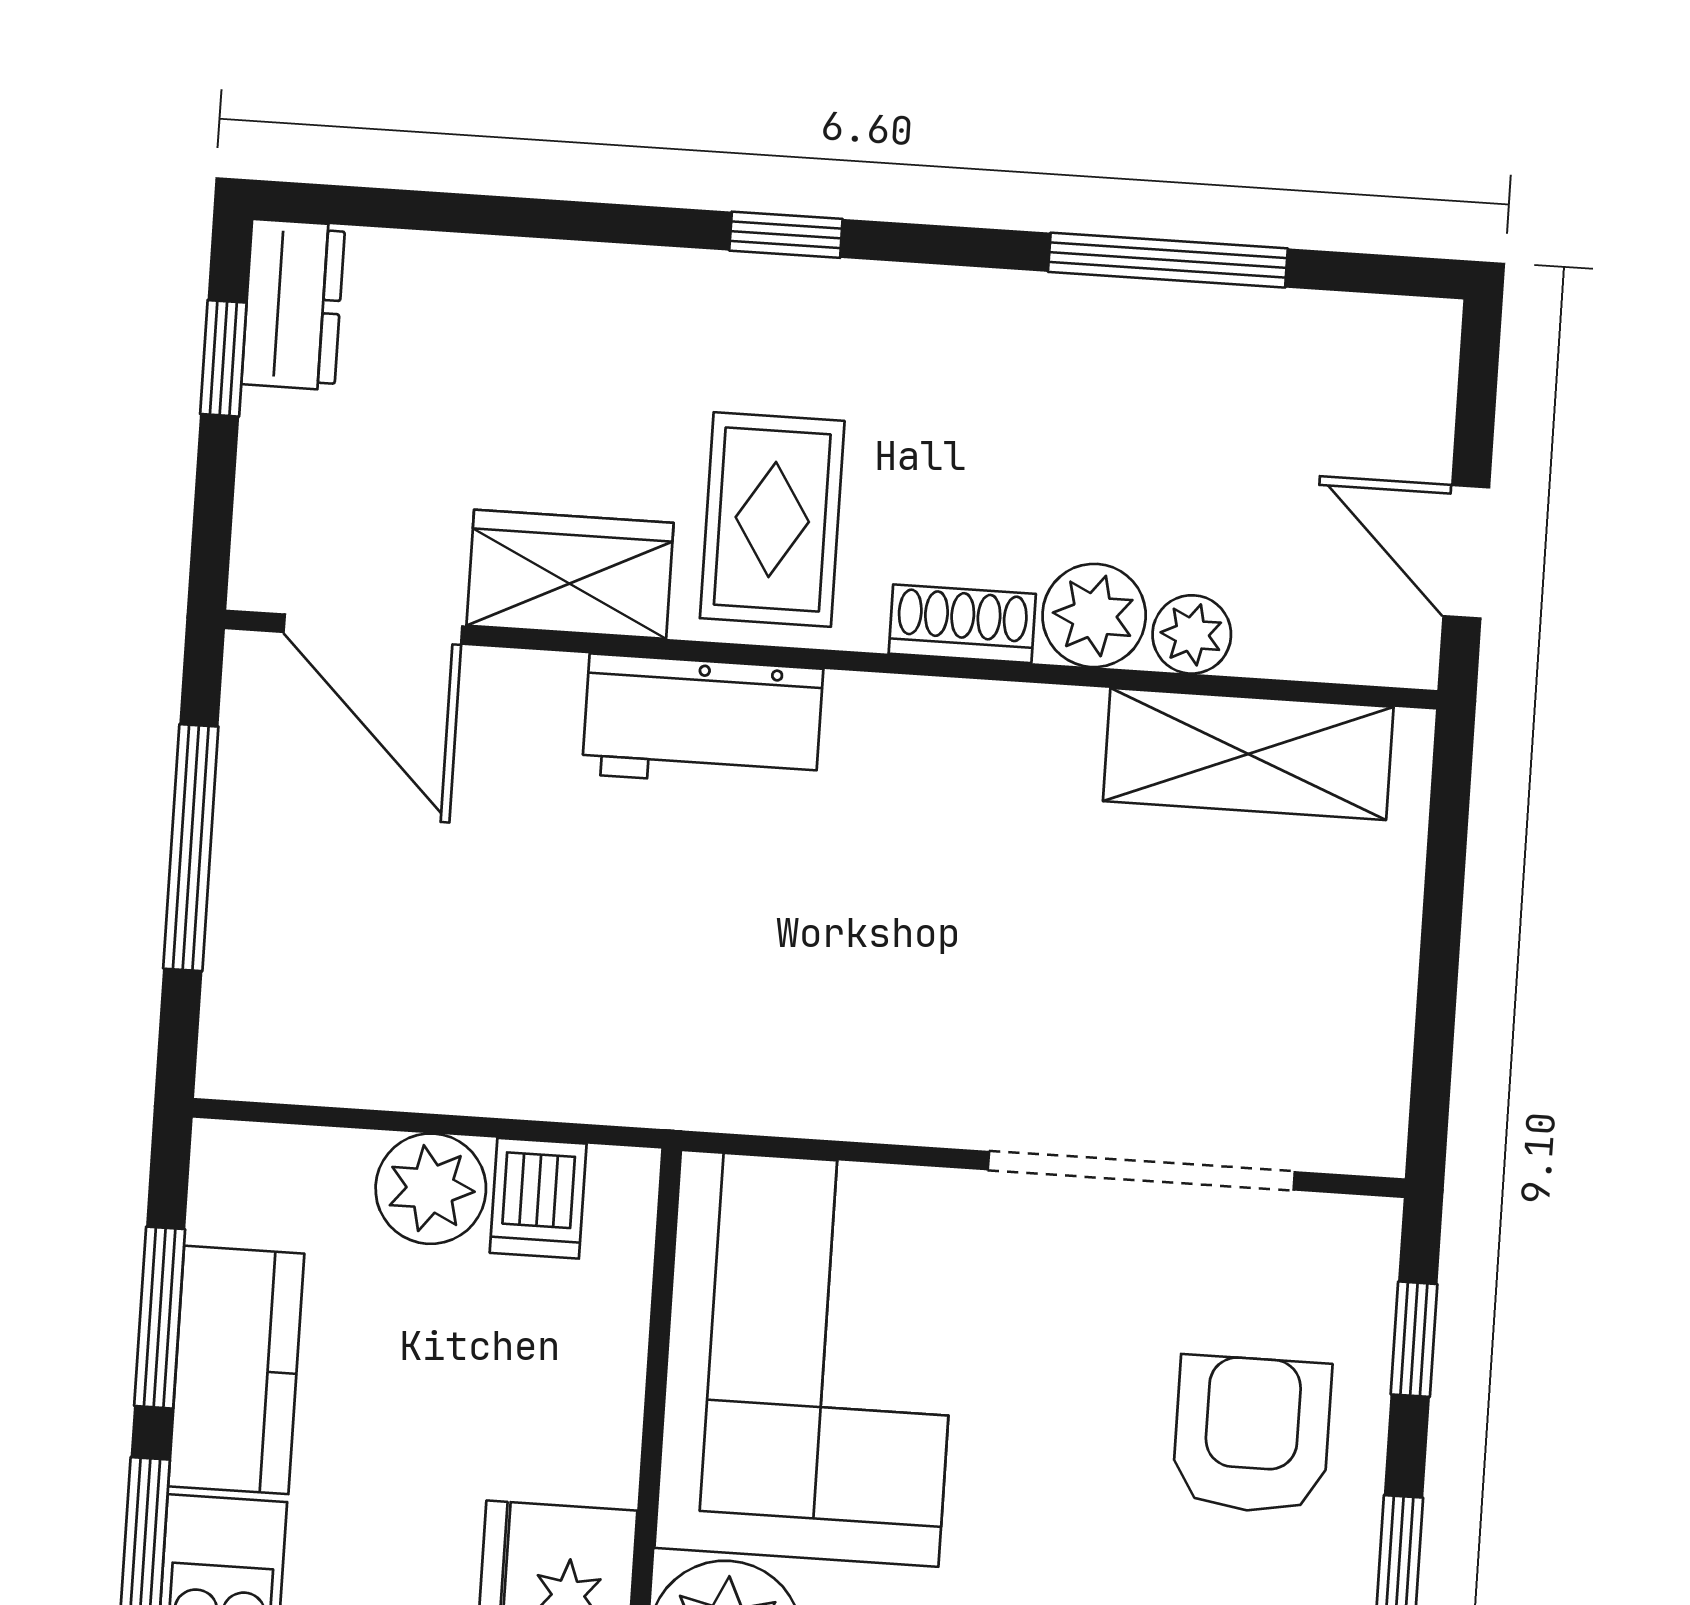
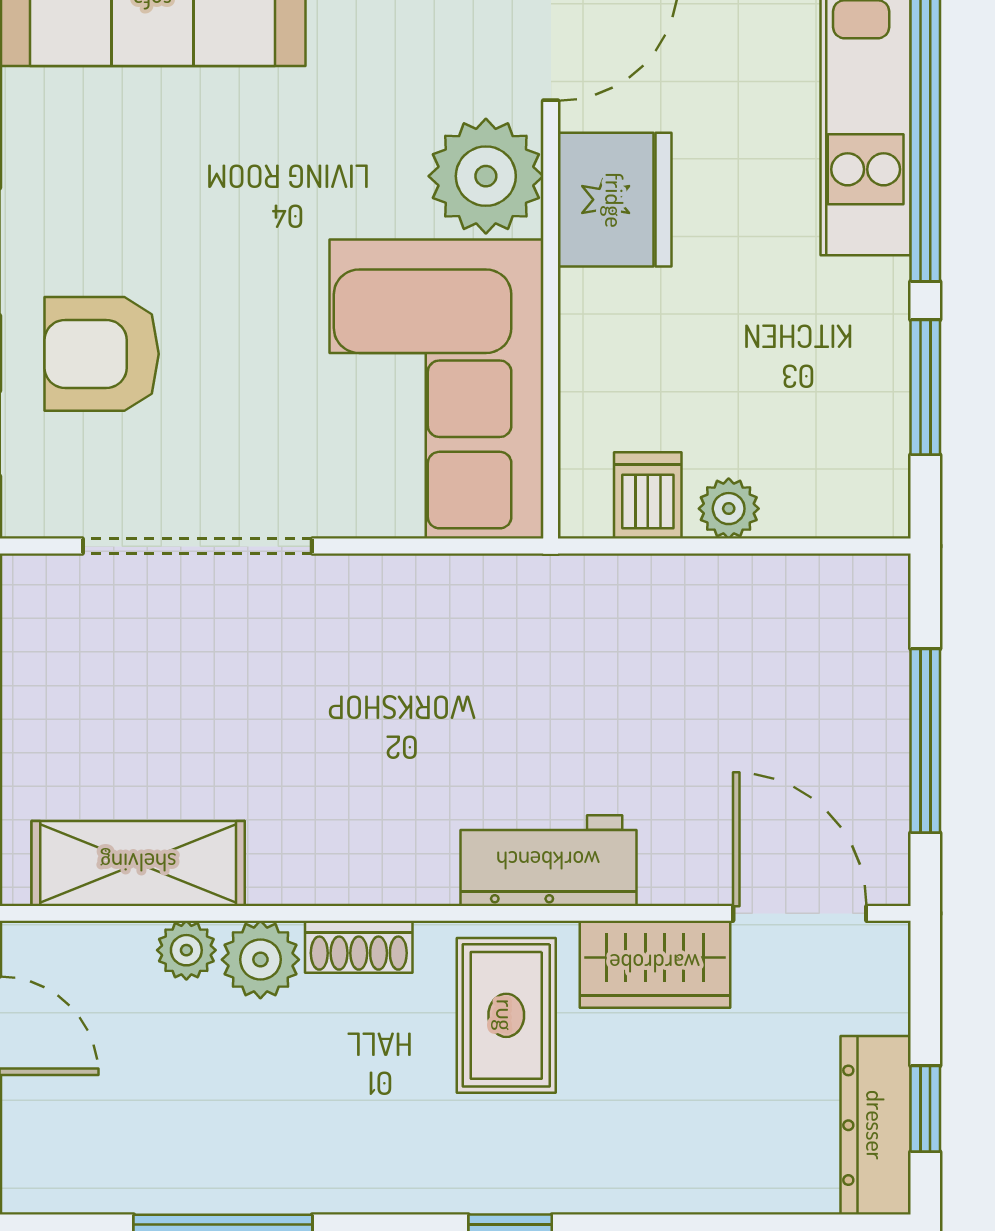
dresser: (293, 305) -> (876, 1125), width x1.44
plant: (431, 1189) -> (729, 509), width x0.73, depth x0.73
kitchen counter: (236, 1370) -> (865, 352), removed
armchair: (1252, 1435) -> (102, 354), turned 90

